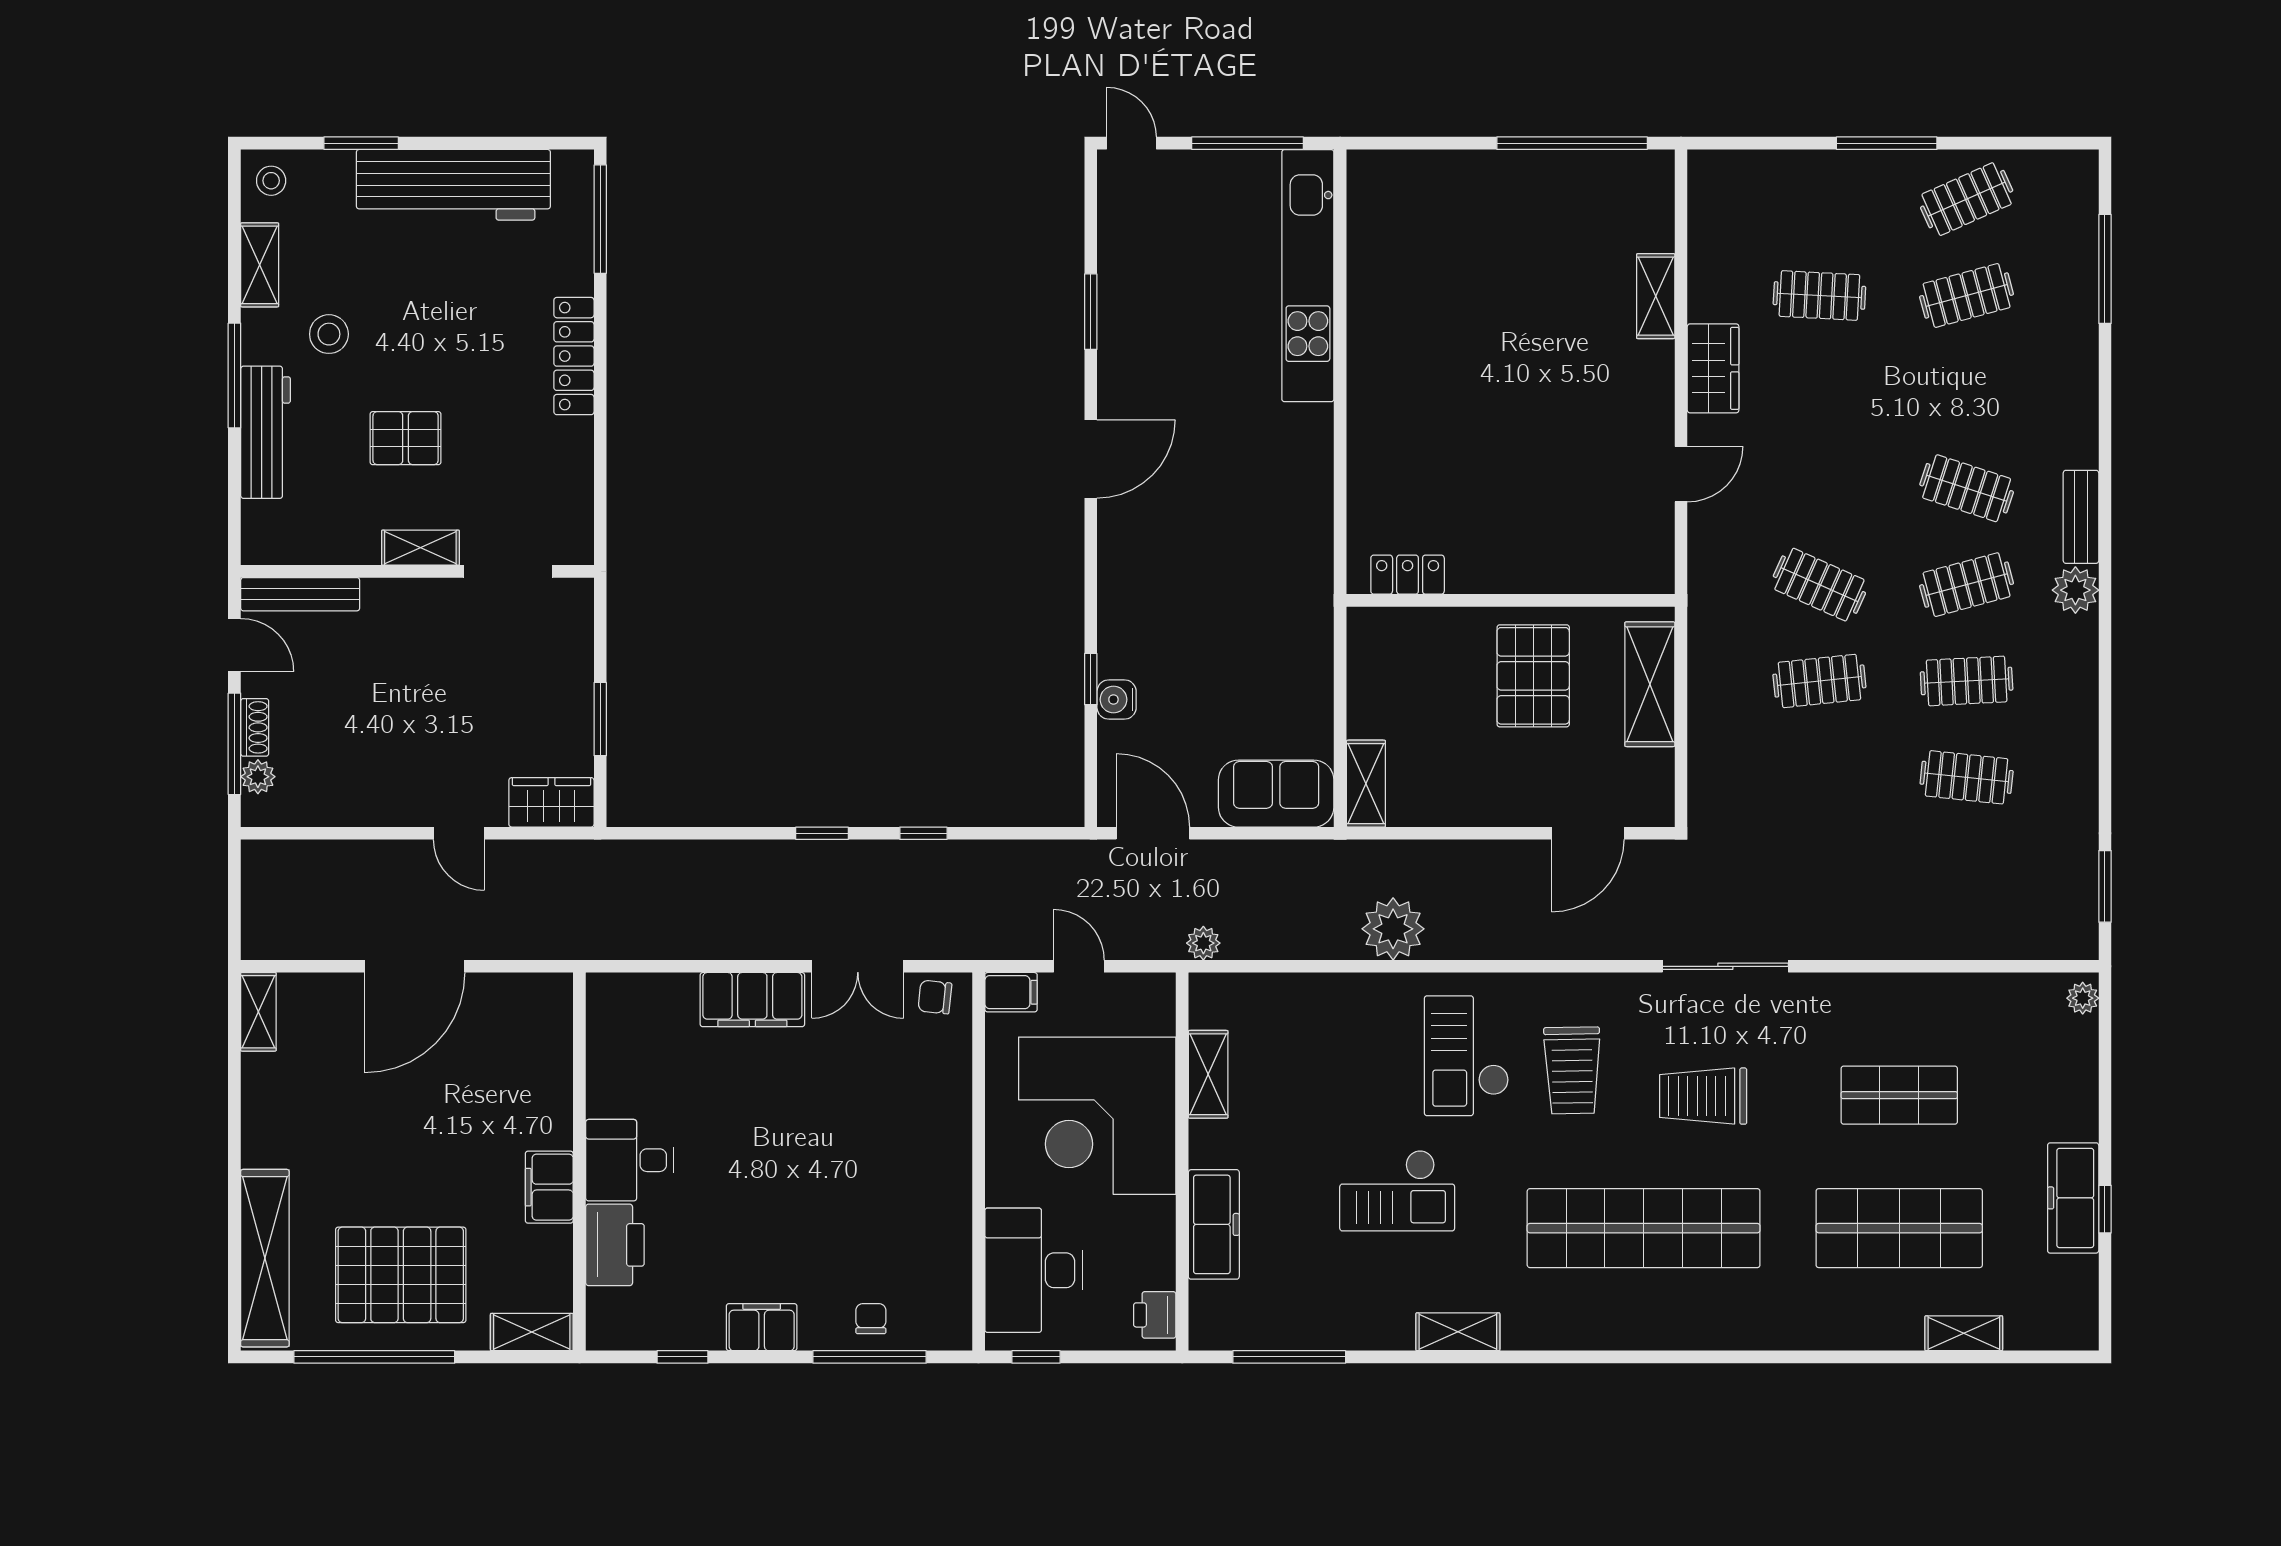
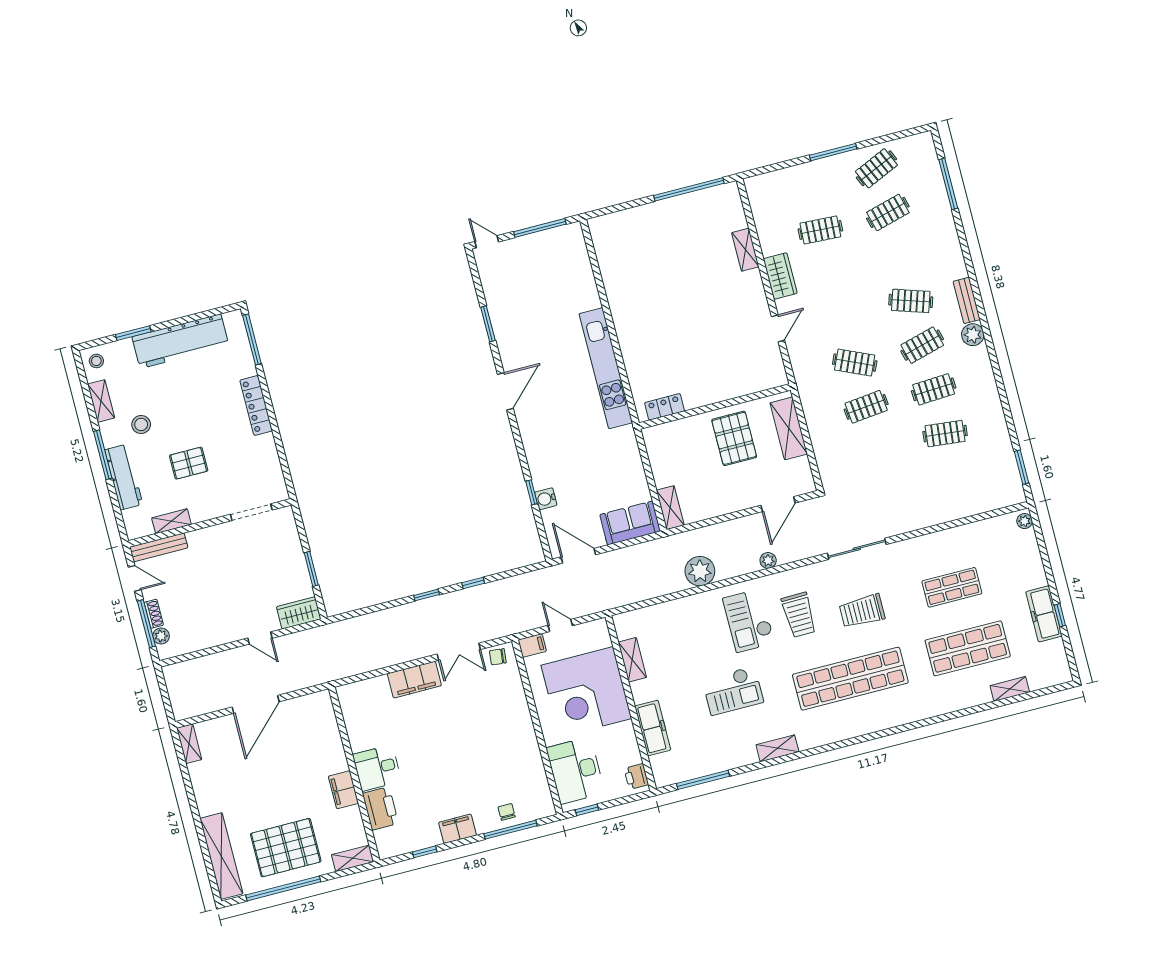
kitchen unit: (1308, 276) -> (606, 368), moved
shelving: (420, 548) -> (171, 521), moved
plant: (1203, 943) -> (768, 560), moved

